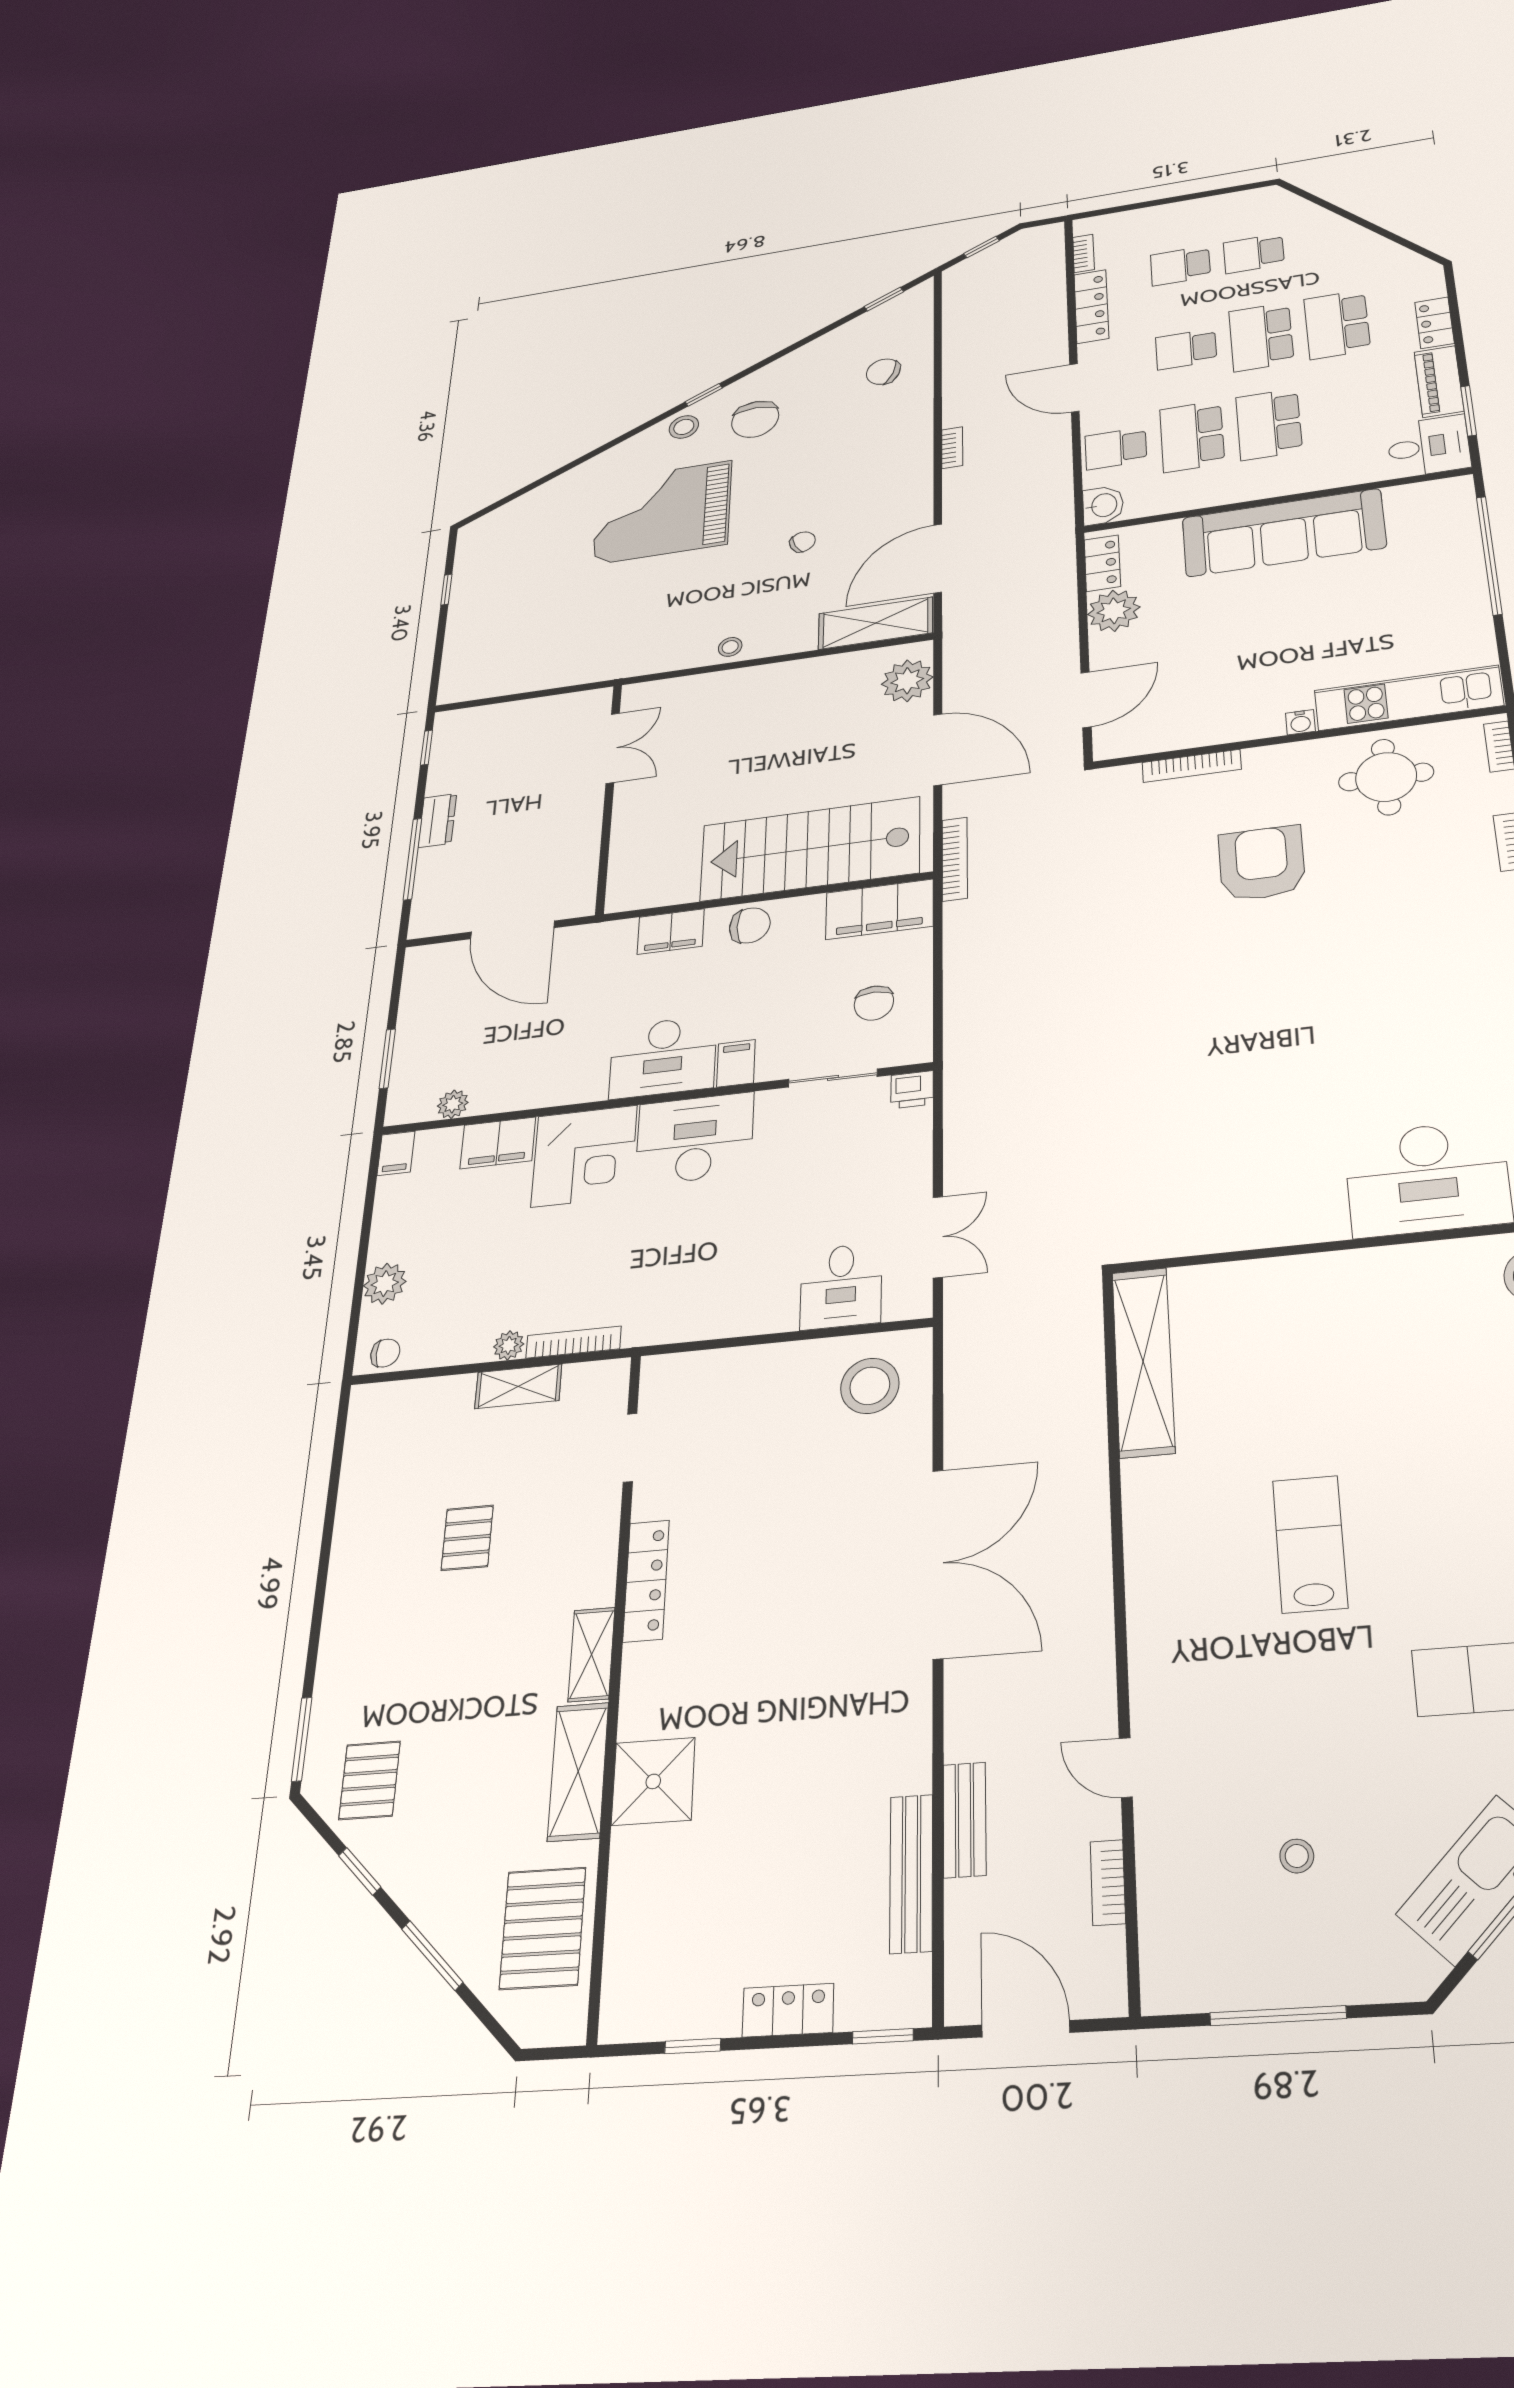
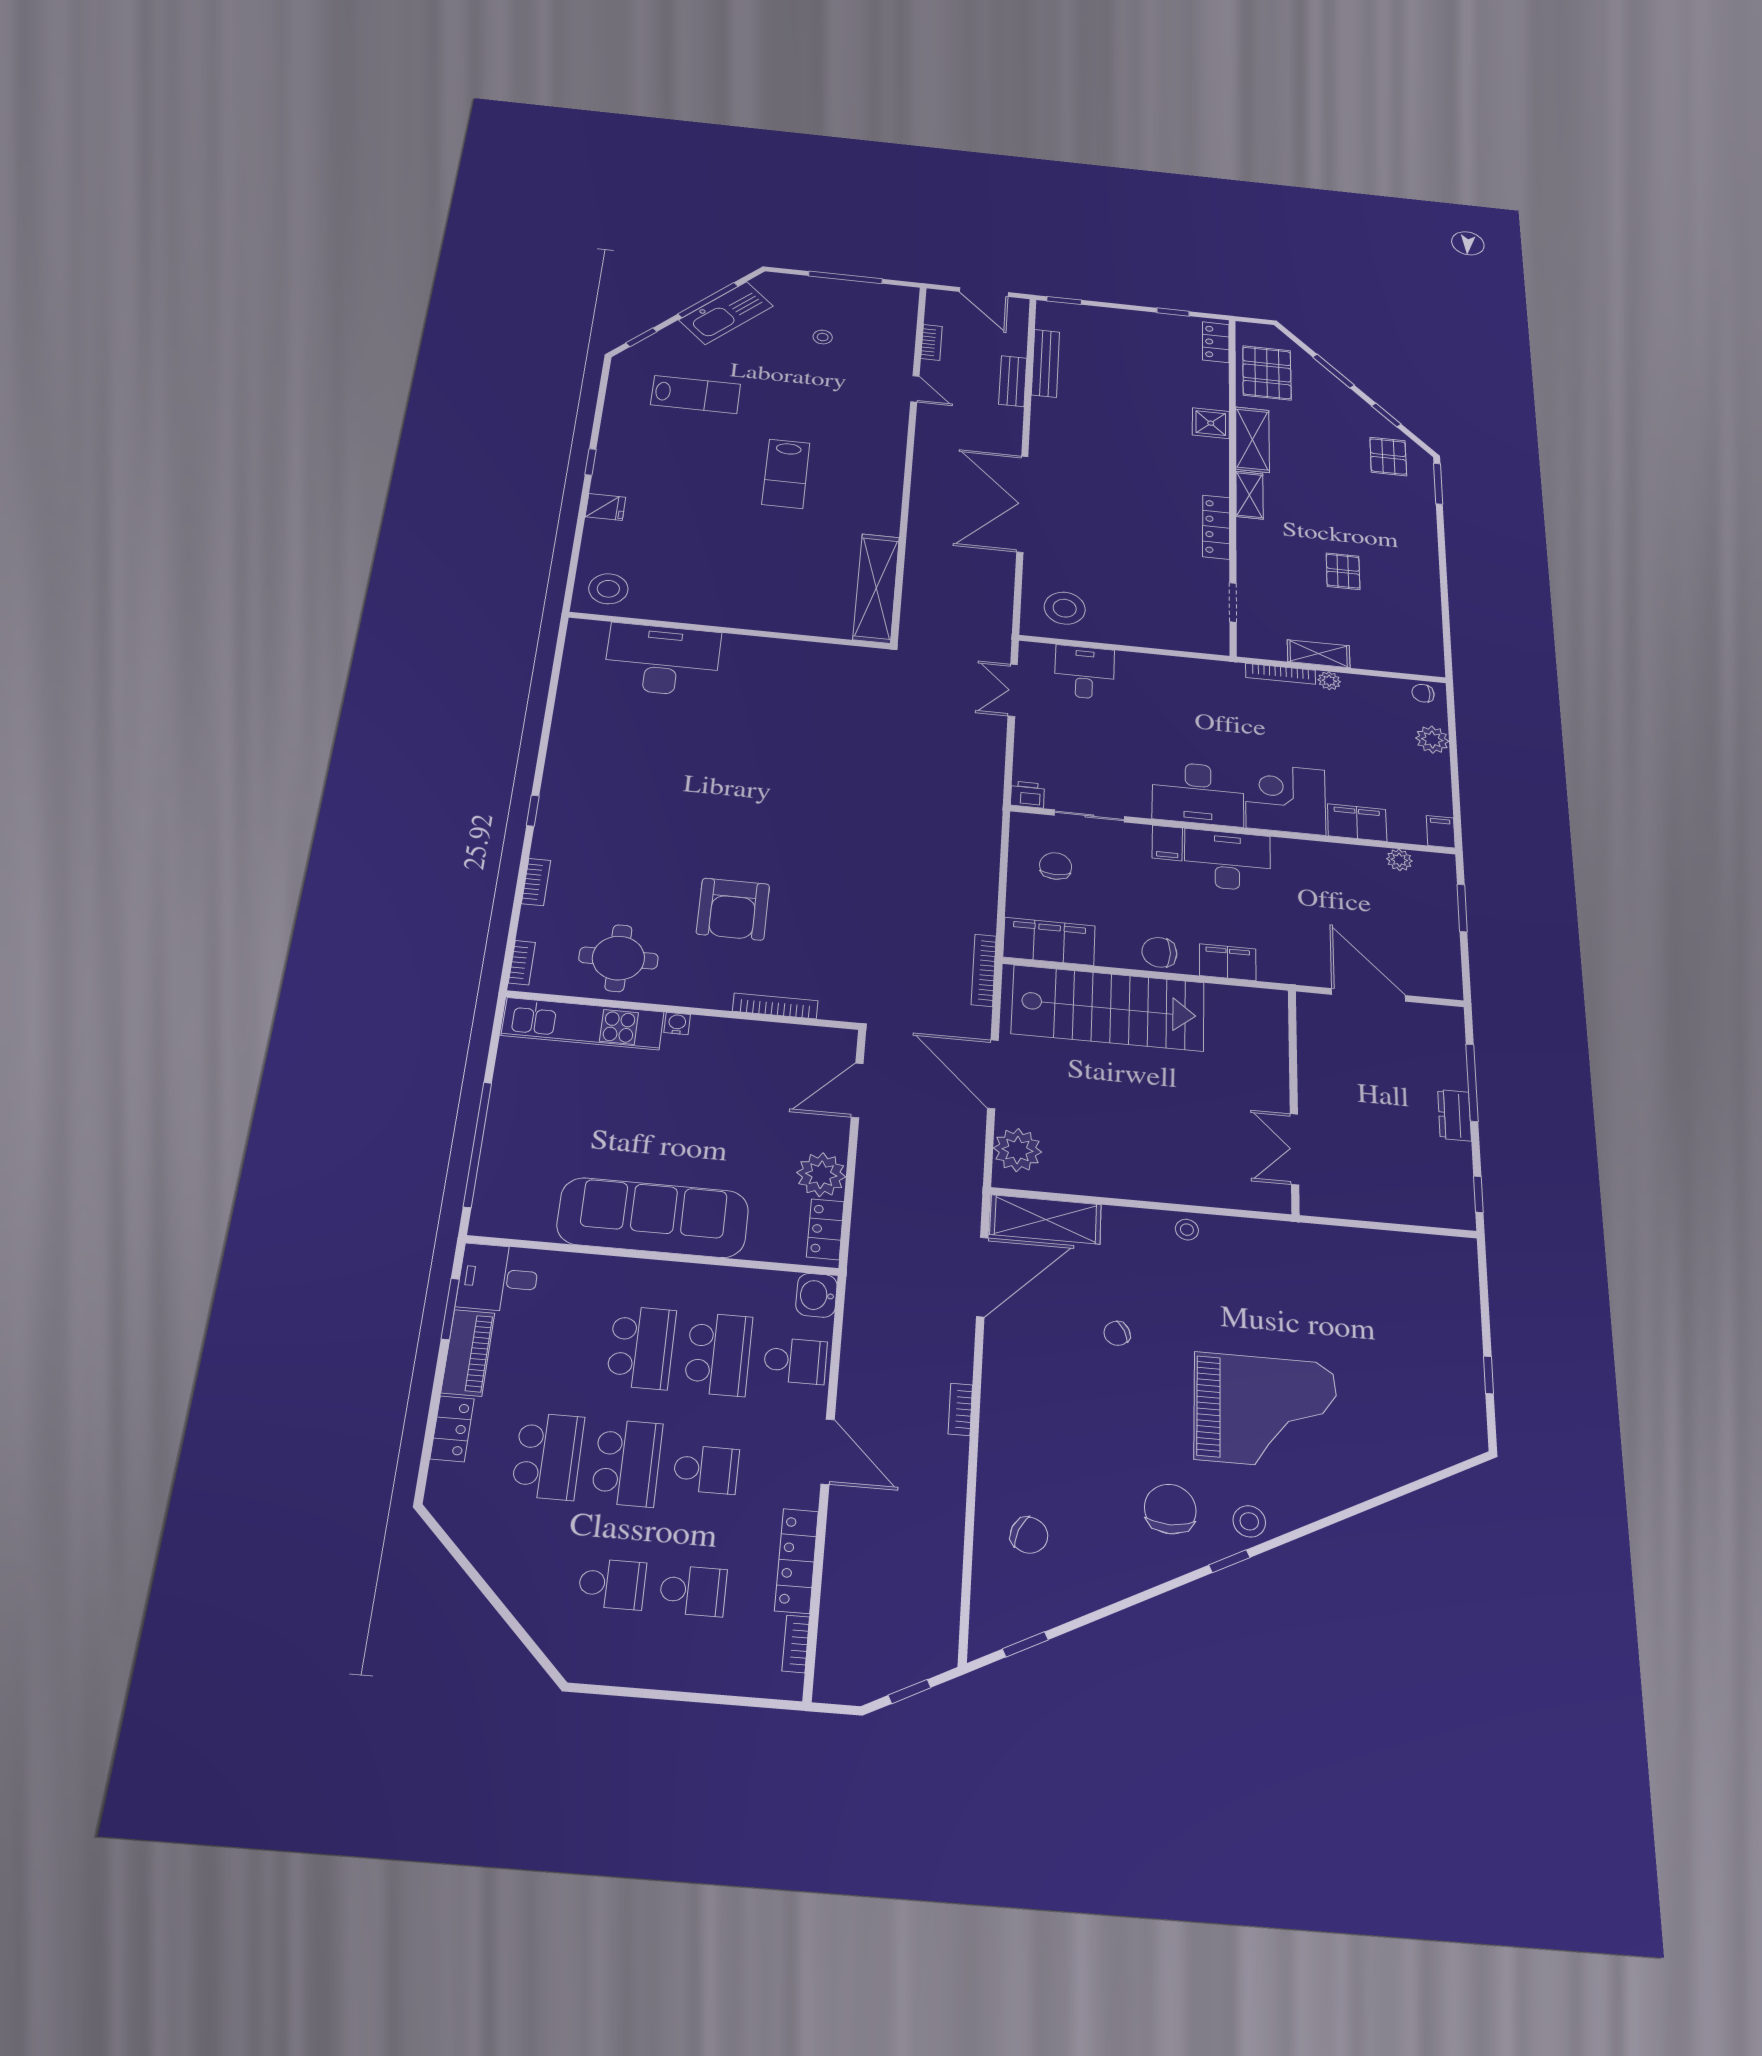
shower: (653, 1781) -> (1211, 423), width x0.73, depth x0.73
locker: (788, 2010) -> (1216, 342), moved, turned 90

